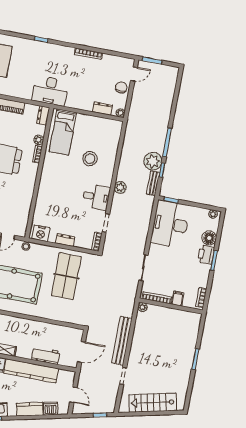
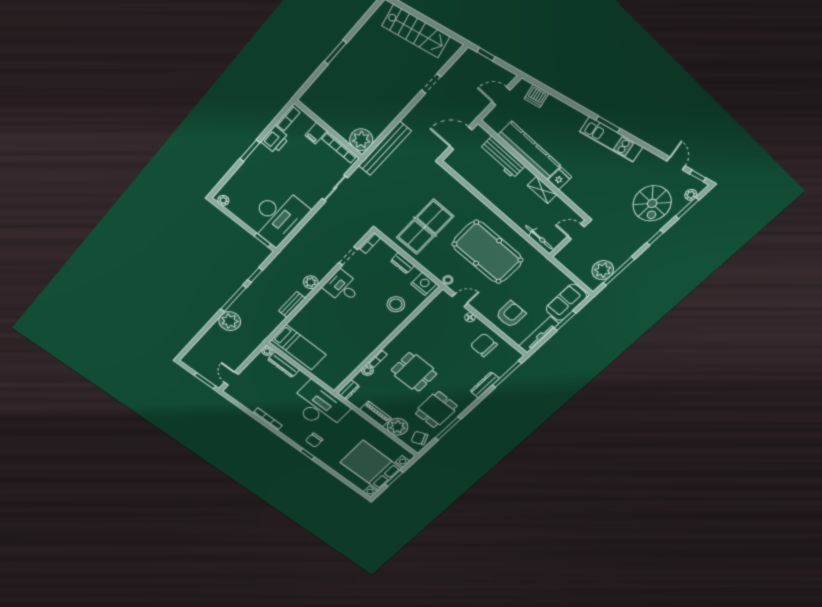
door: (134, 74) -> (231, 378), hinge flipped
chair: (121, 87) -> (314, 440), moved
desk: (50, 91) -> (319, 406), width x1.36, depth x1.30
dresser: (102, 109) -> (284, 365), width x1.44
bed: (63, 132) -> (299, 347), moved, turned 90
stool: (90, 159) -> (396, 304), moved
plant: (153, 161) -> (230, 321), moved
bench: (153, 183) -> (292, 304), moved
floor lamp: (209, 238) -> (242, 178), removed
printer: (206, 255) -> (275, 140), moved
plant: (142, 307) -> (361, 140), width x1.88, depth x1.88
bench: (122, 341) -> (385, 148), moved
workbench: (46, 356) -> (502, 157), width x1.37
door: (73, 395) -> (501, 96), hinge flipped
kitchen counter: (30, 409) -> (560, 109), removed

